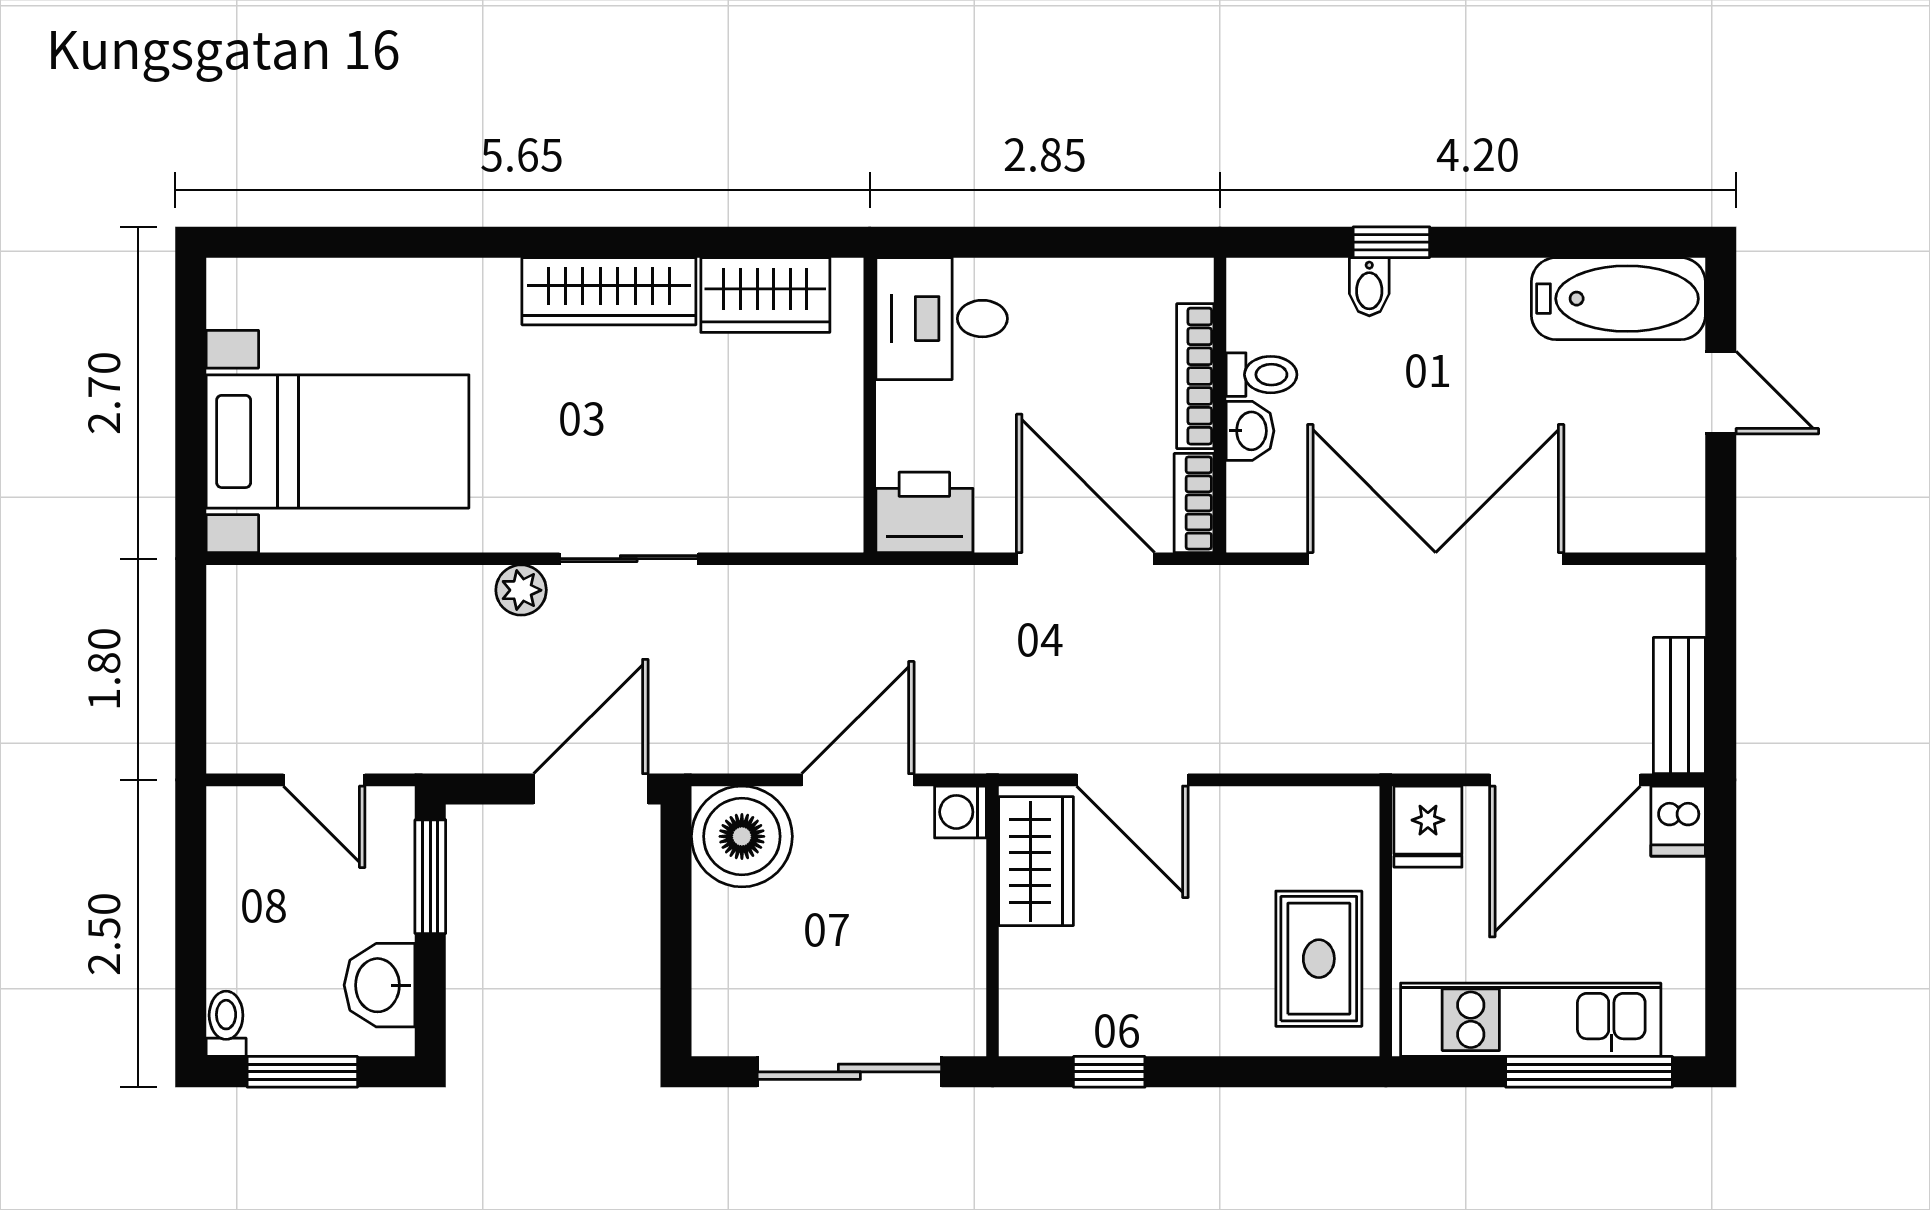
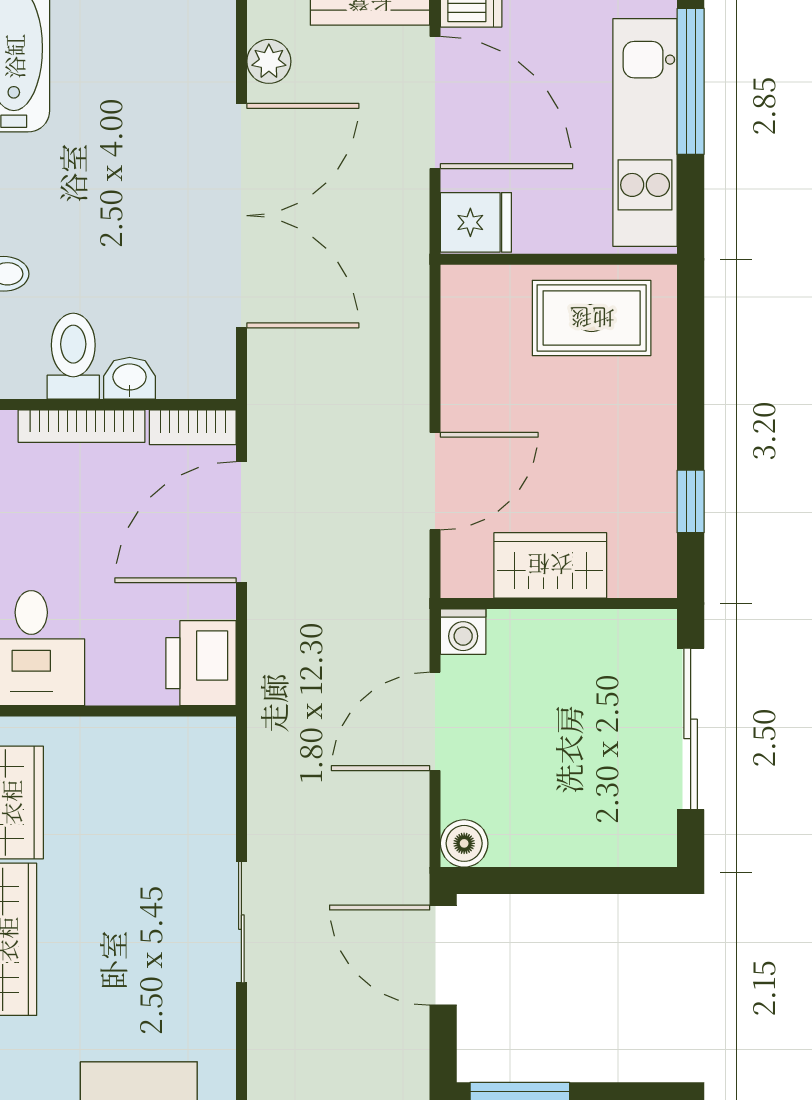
toilet: (1261, 375) -> (73, 356), width x1.37, depth x1.39
double door: (1436, 559) -> (241, 216), swing flipped
plant: (521, 590) -> (269, 61), moved
door: (858, 780) -> (435, 721), hinge flipped
boiler: (742, 836) -> (464, 843), width x0.54, depth x0.54
wardrobe: (1036, 861) -> (550, 565), moved

